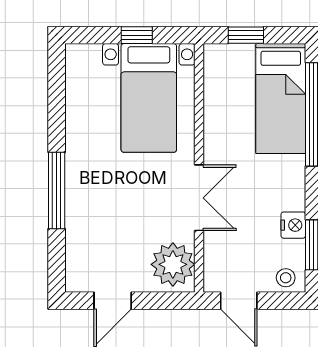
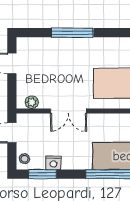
plant: (173, 264) -> (32, 102), width x0.53, depth x0.53

